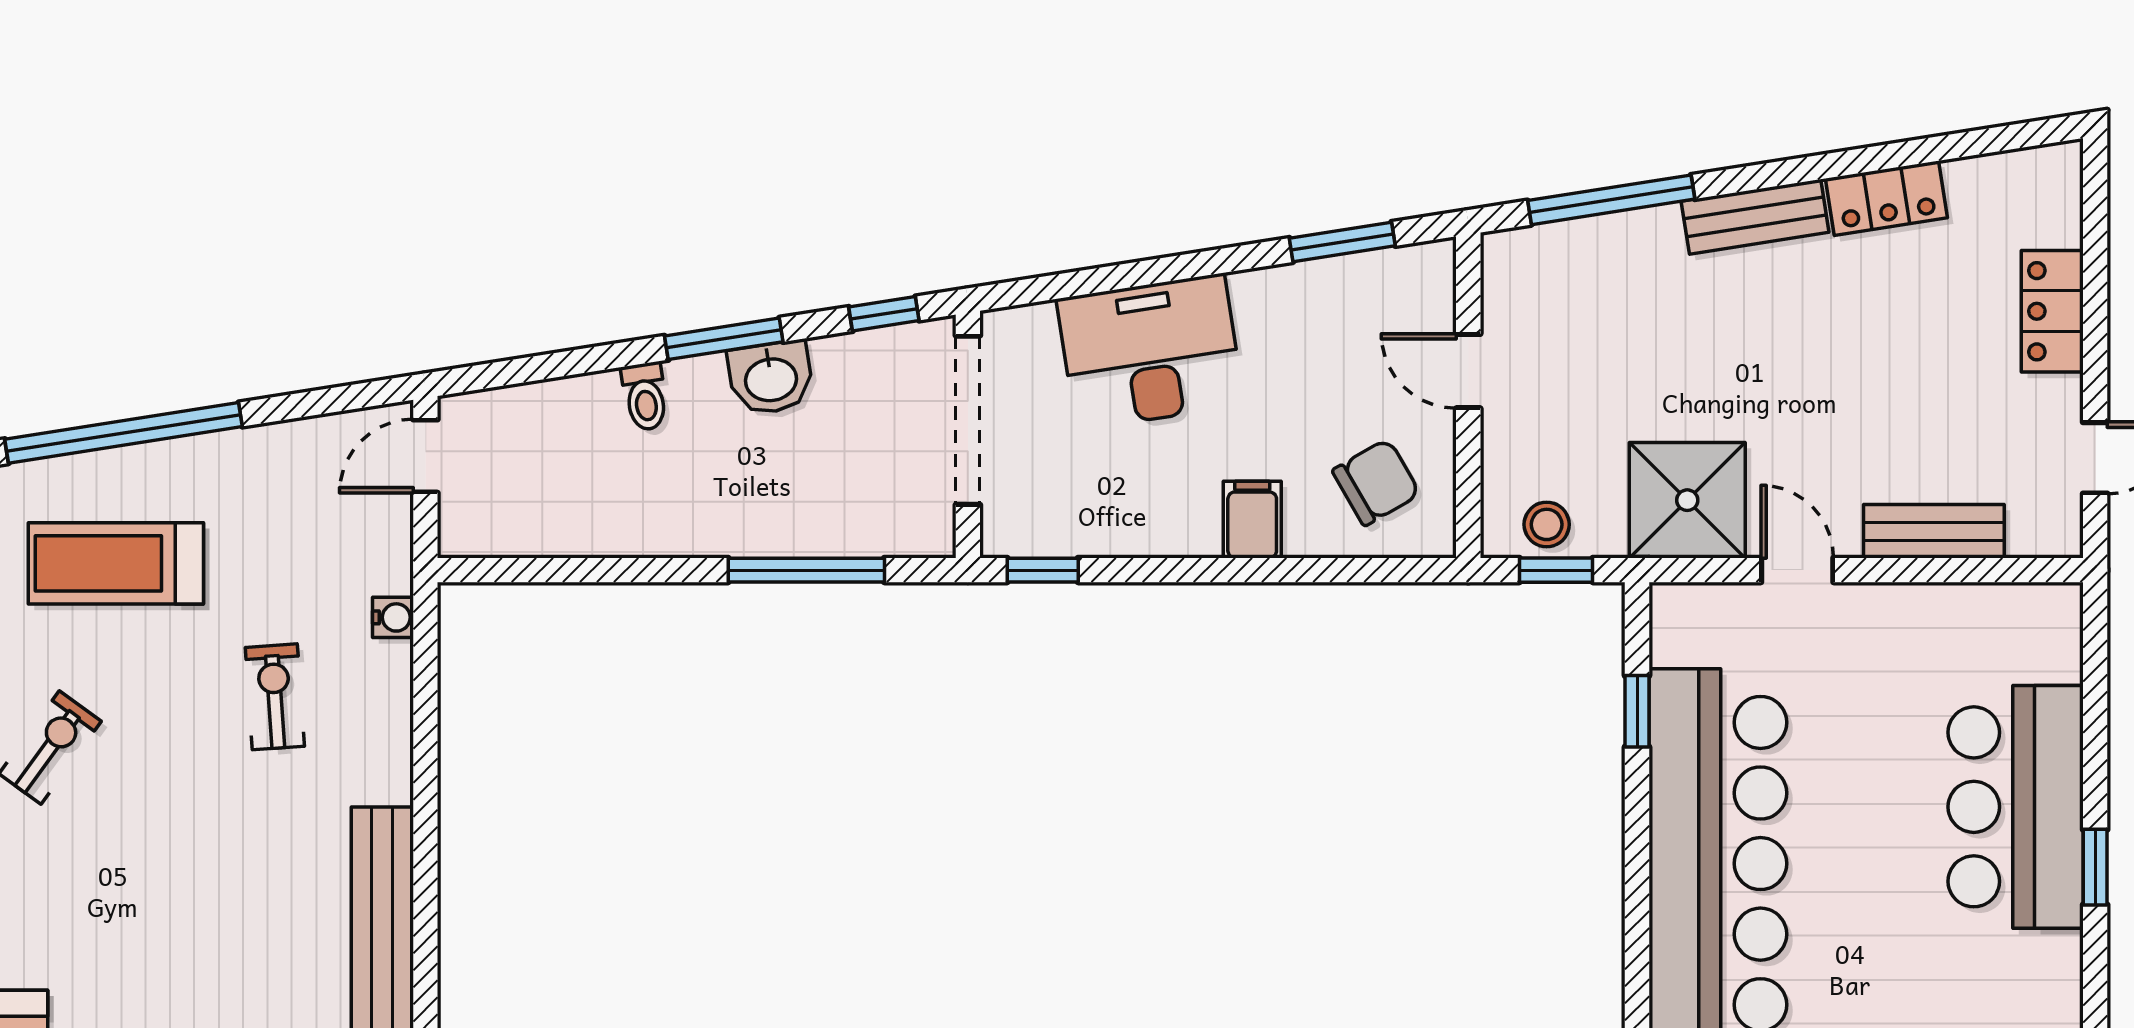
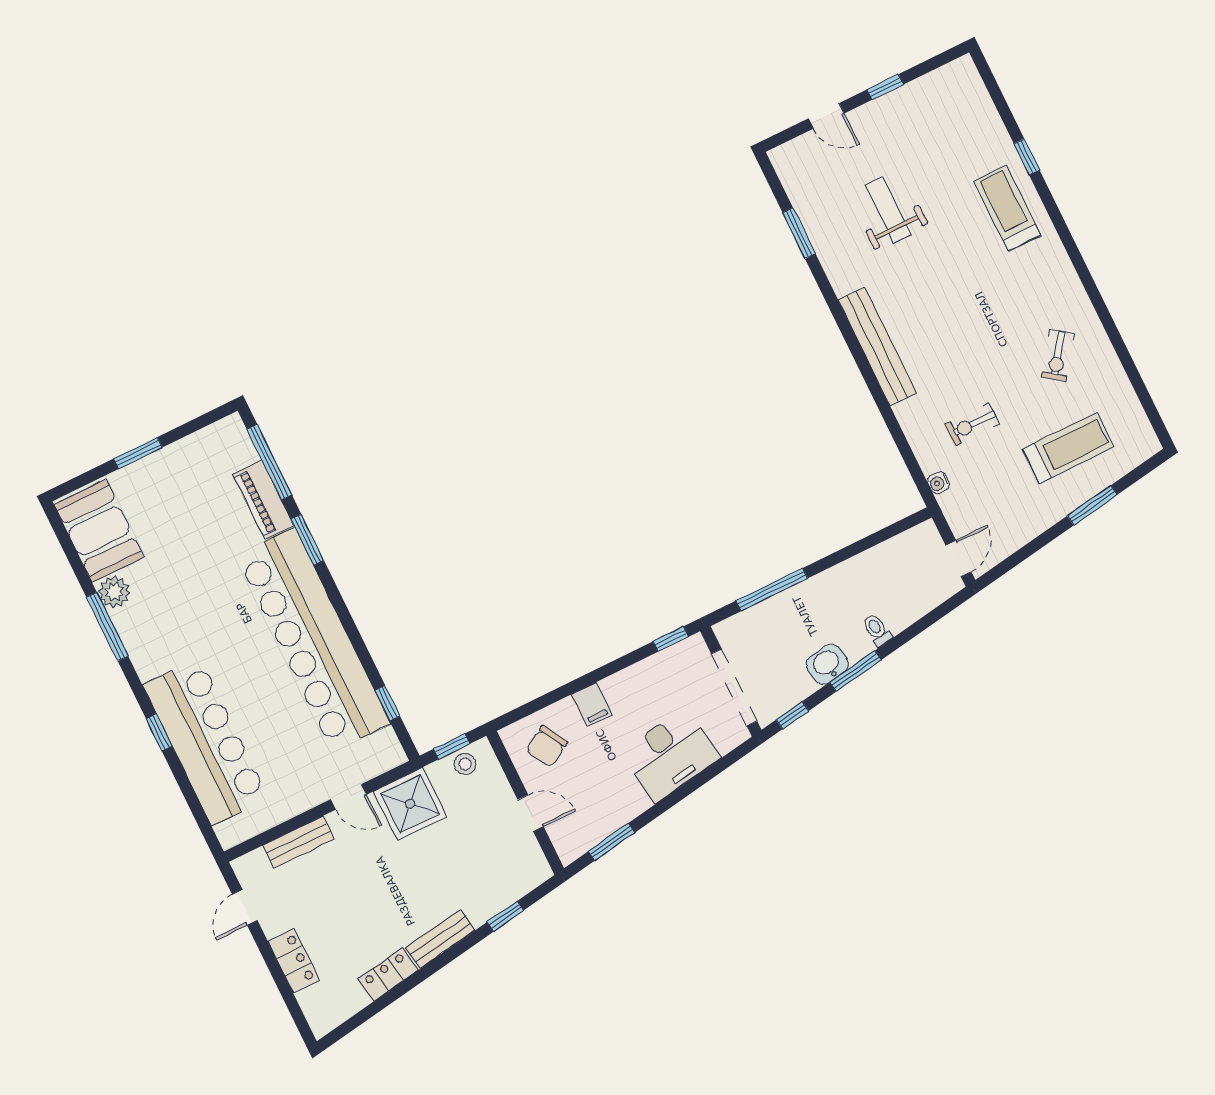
window: (1611, 200) -> (505, 916), width x0.46
window: (124, 433) -> (1092, 505), width x0.47
exercise bike: (275, 697) -> (972, 424), turned 94
bar counter: (2016, 807) -> (206, 741), width x1.36

